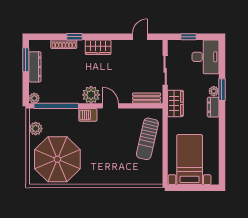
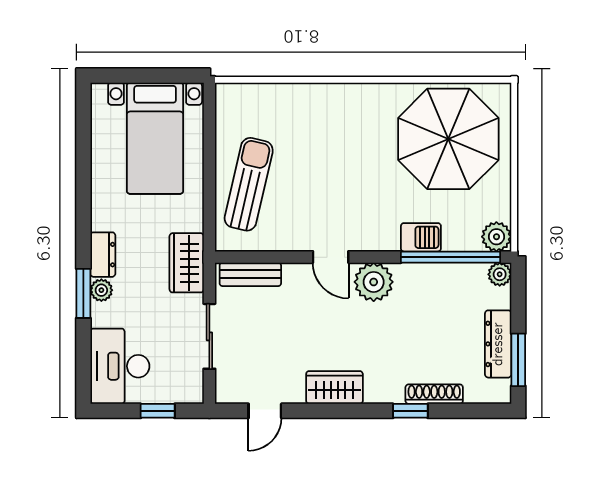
wardrobe: (98, 47) -> (334, 387), moved
barbecue: (88, 115) -> (421, 237), moved
plant: (36, 129) -> (496, 237), moved

